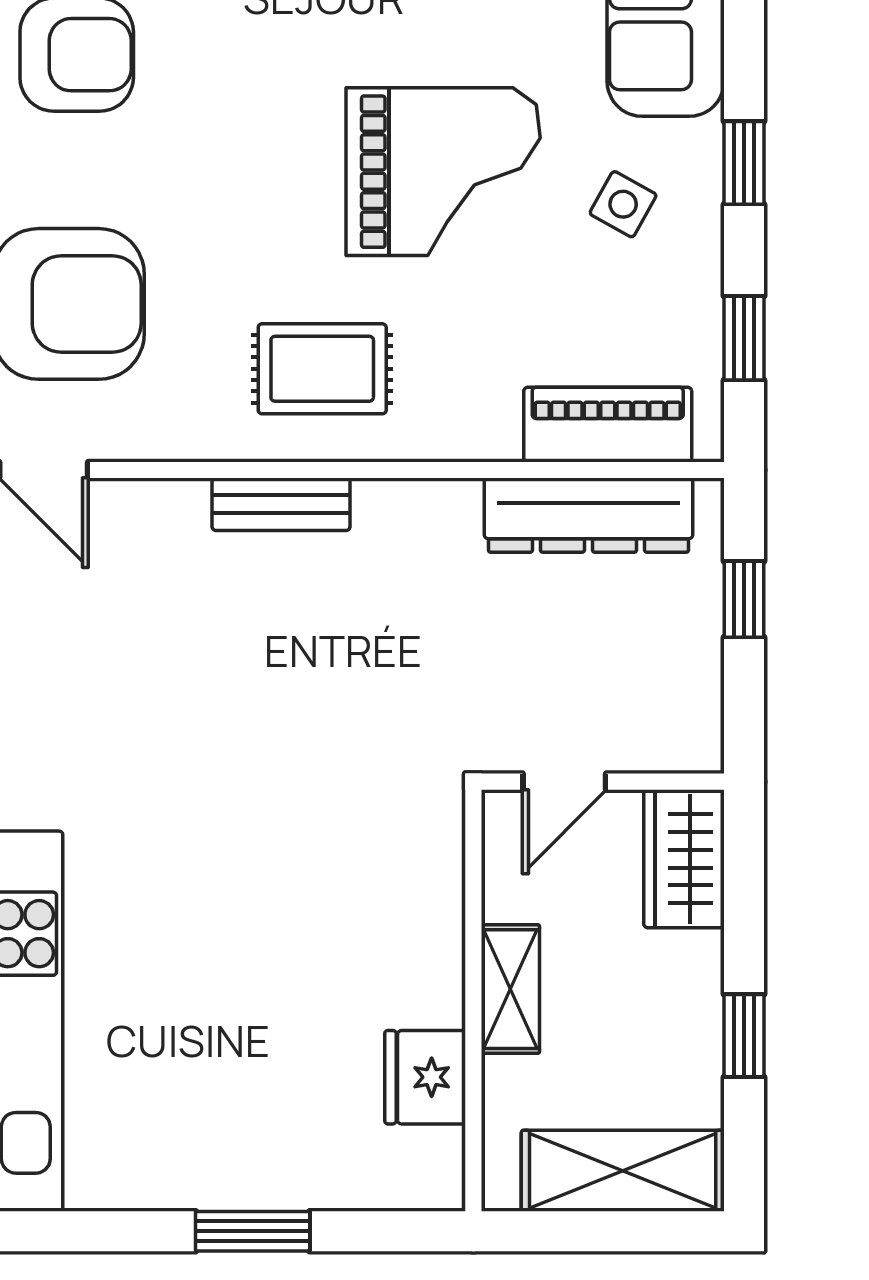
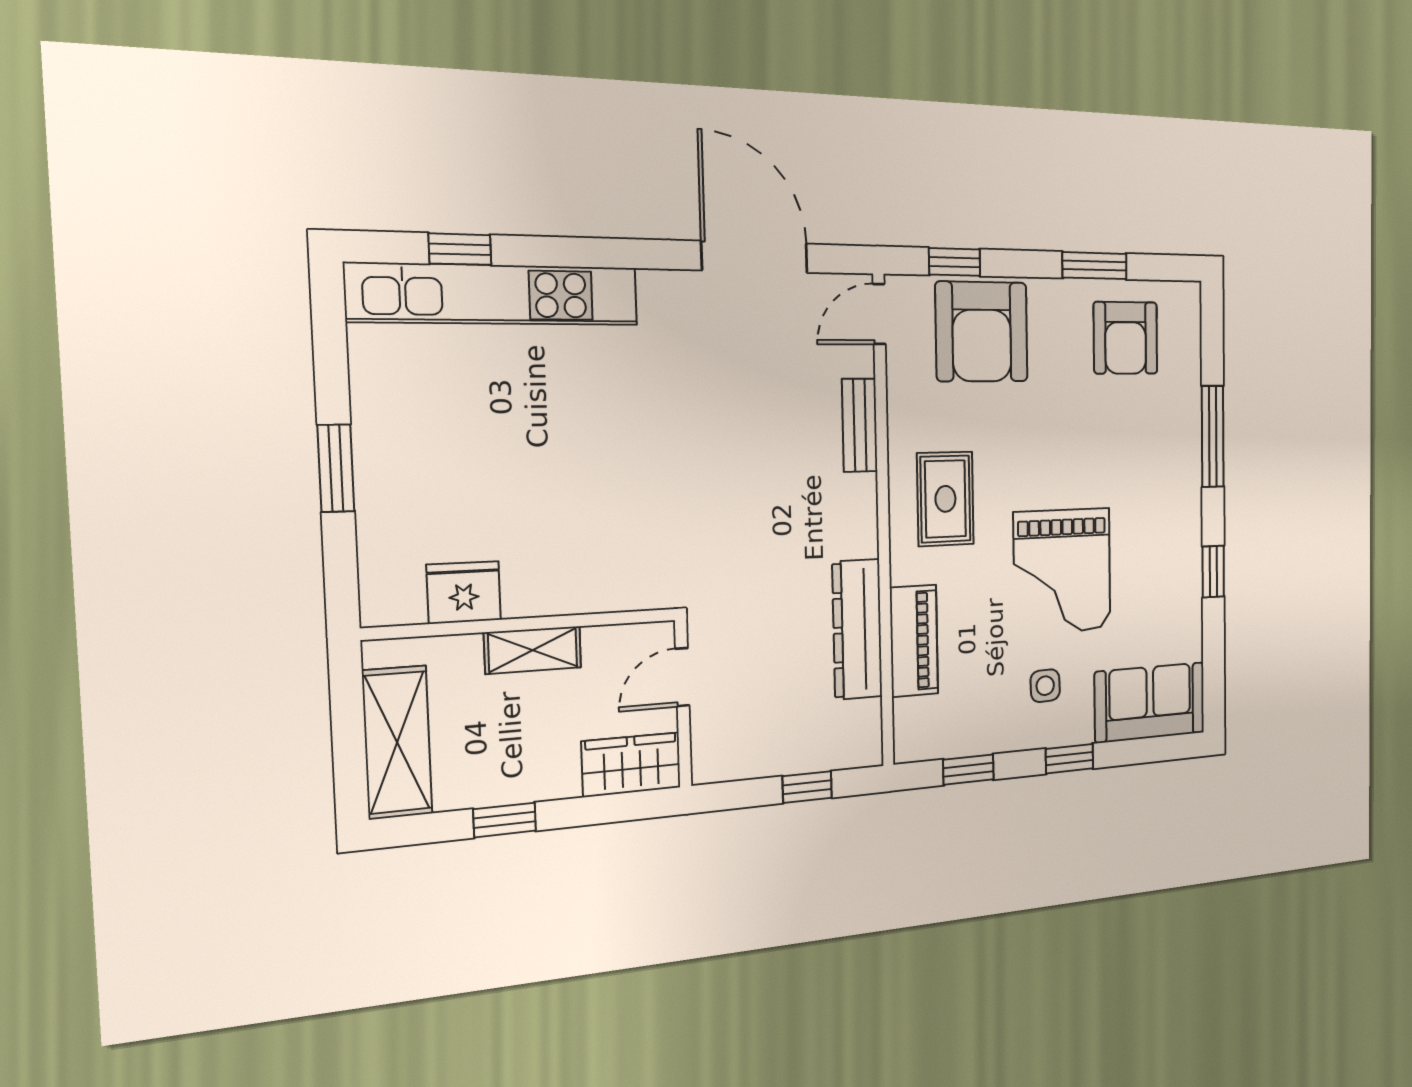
side table: (623, 204) -> (1045, 686), turned -31
piano: (608, 425) -> (914, 641), moved
bench: (281, 504) -> (860, 425), moved
dresser: (588, 515) -> (857, 629), moved
door: (564, 782) -> (682, 677), hinge flipped

